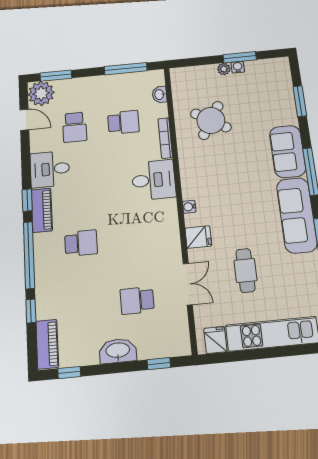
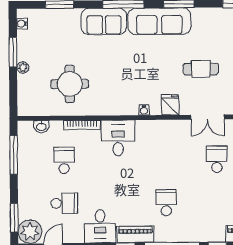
water cooler: (238, 67) -> (22, 24), moved
round table: (211, 120) -> (70, 84), turned -31
double door: (188, 284) -> (207, 117), swing flipped
school desk: (137, 300) -> (217, 159), turned 180

